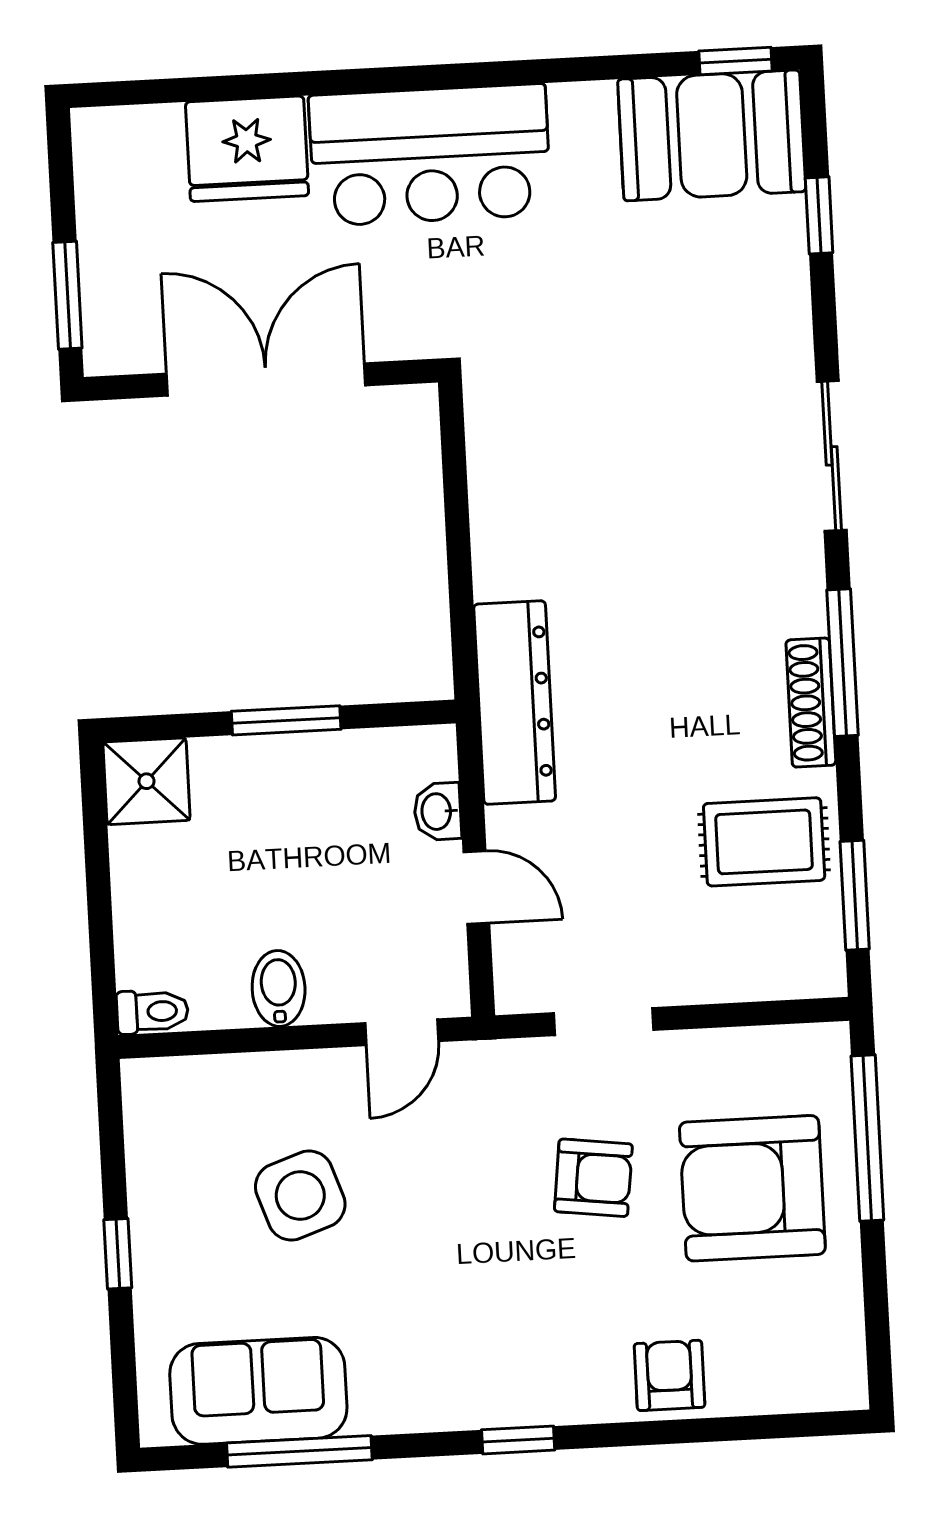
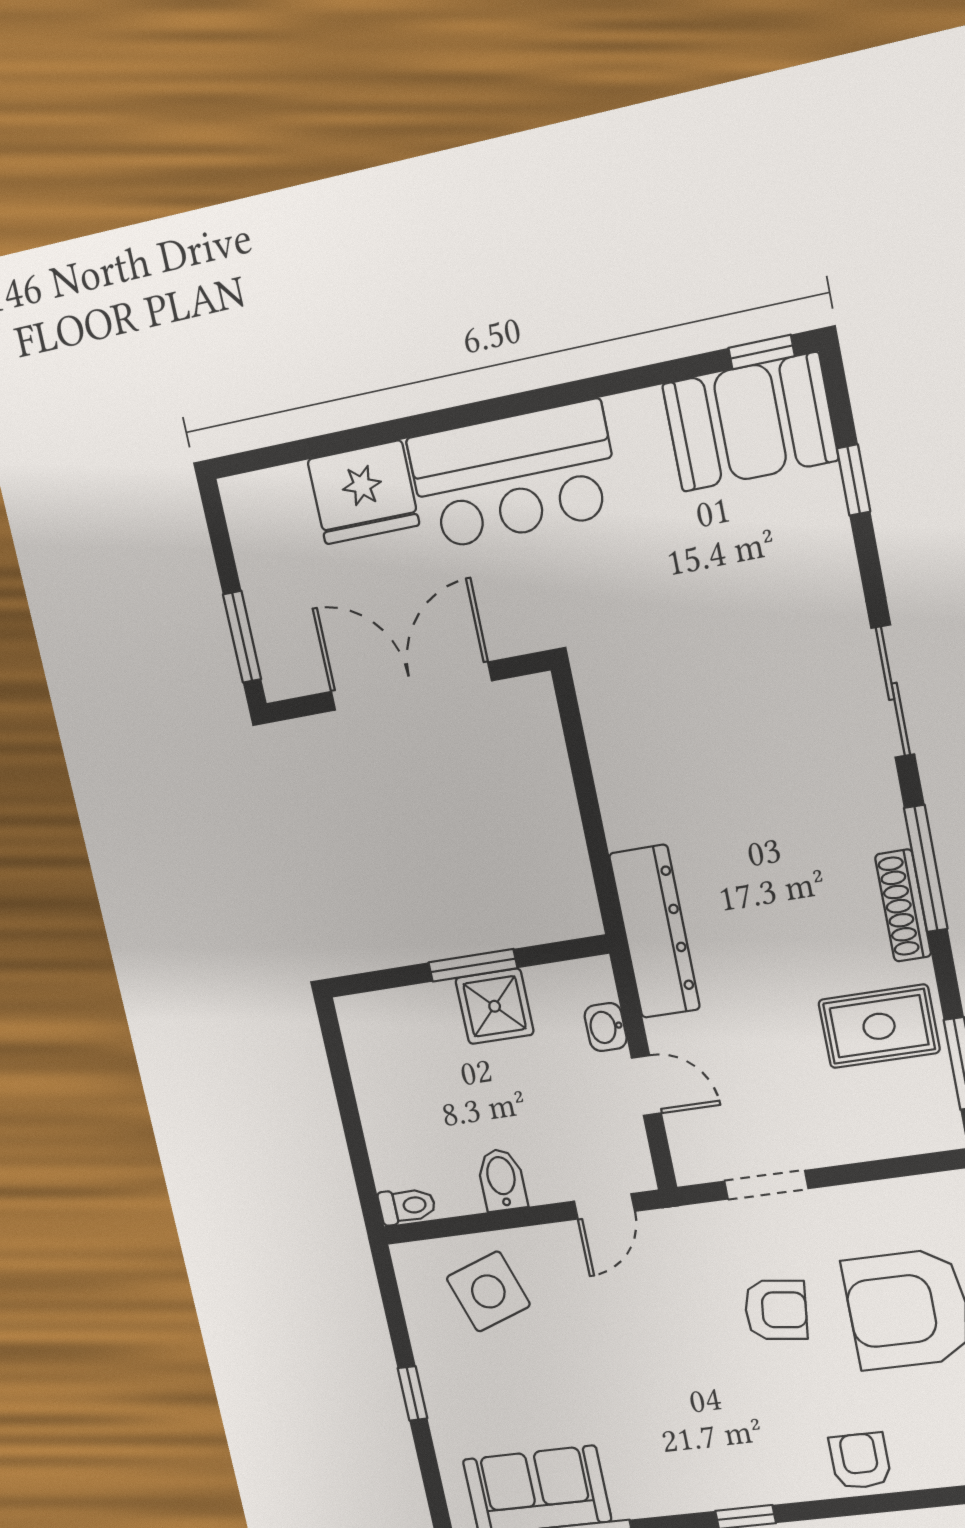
shower: (147, 781) -> (495, 1006), moved
side table: (300, 1196) -> (488, 1291), moved

